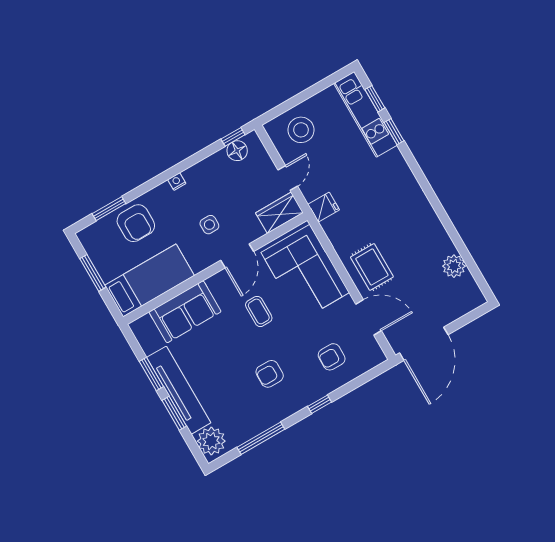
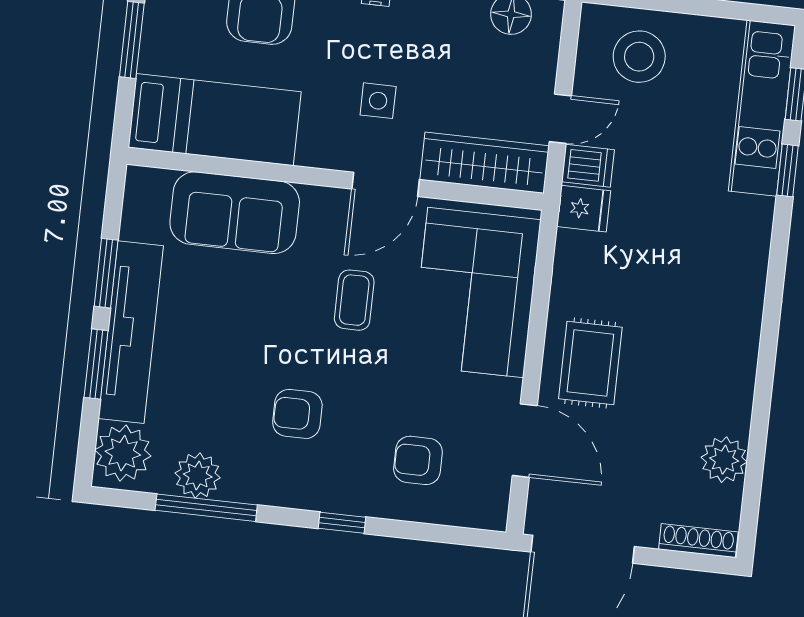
dishwasher: (313, 189) -> (588, 166), added
wardrobe: (279, 213) -> (484, 163), width x1.50
shoe rack: (468, 306) -> (698, 541), added
plant: (248, 428) -> (198, 475), added

